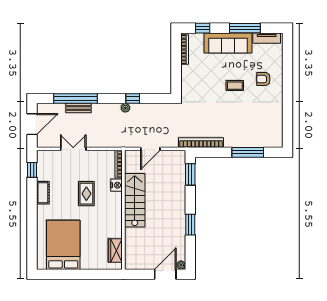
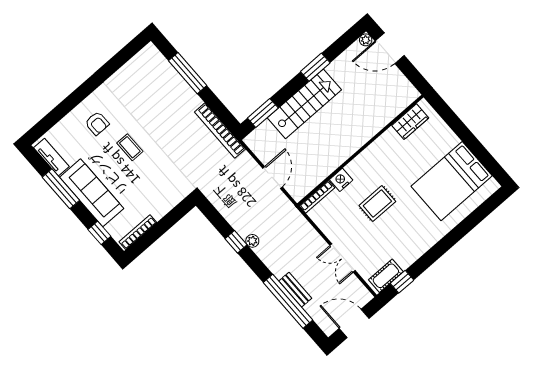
door: (150, 149) -> (272, 178), hinge flipped
cot: (43, 193) -> (386, 276), moved
stairs: (135, 200) -> (304, 104), moved, turned 180

